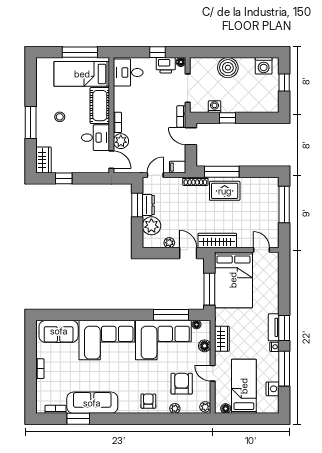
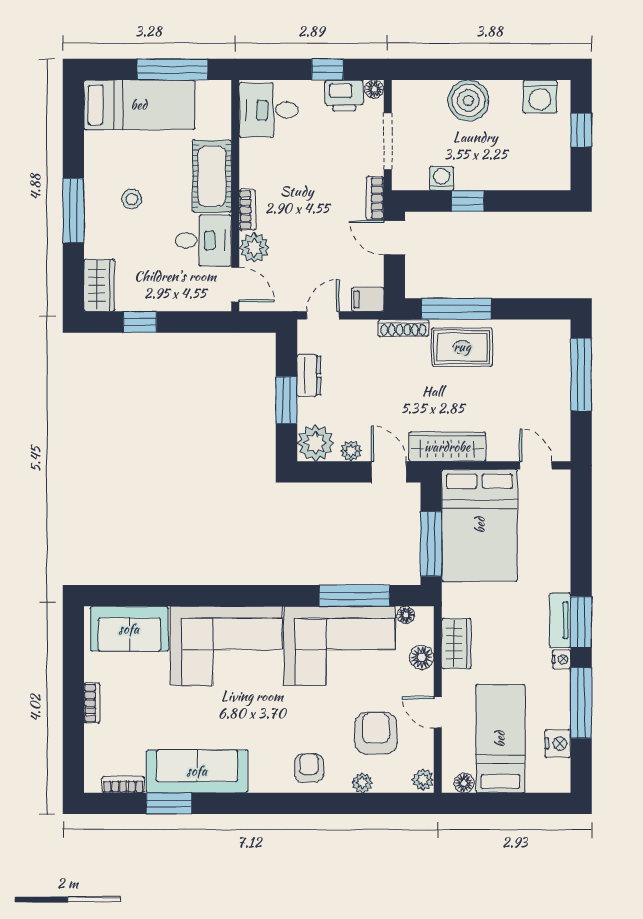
bed: (82, 74) -> (139, 105), moved, turned 180
window: (137, 205) -> (286, 400), moved
plant: (151, 226) -> (315, 443), moved

